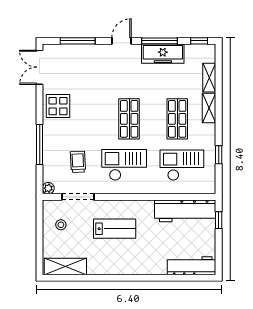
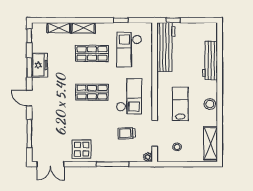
window: (159, 41) -> (29, 68), width x0.69
freezer: (163, 54) -> (40, 65), width x0.71
checkout: (124, 165) -> (129, 96), turned 180
stool: (114, 266) -> (210, 104), added
workbench: (192, 266) -> (210, 61), moved

